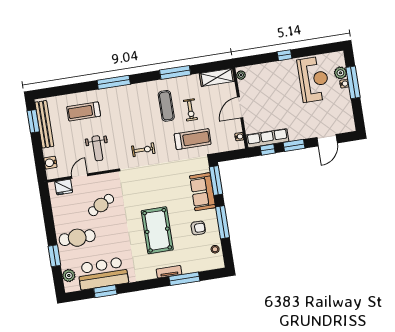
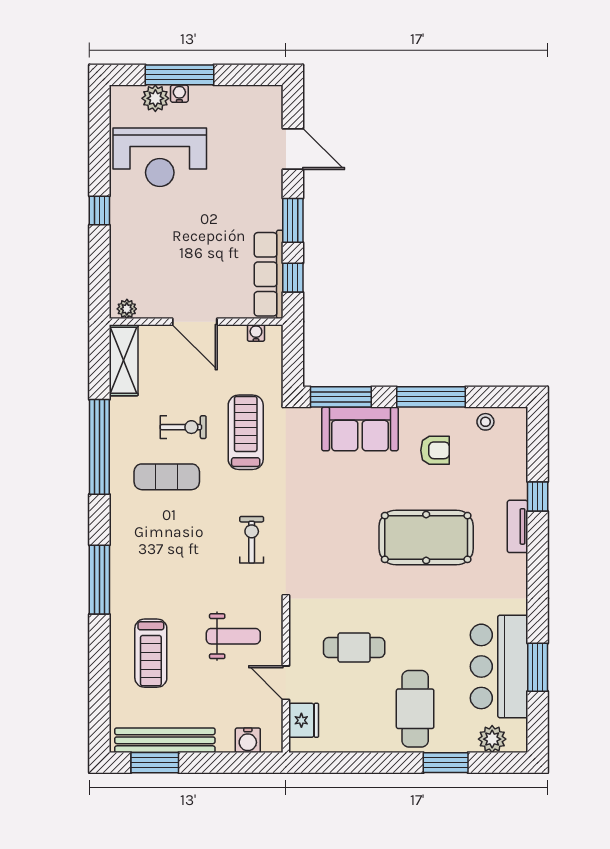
window: (175, 72) -> (99, 447), width x1.46
reception desk: (313, 79) -> (160, 157), turned 180
cafe table: (101, 205) -> (354, 648), turned -61
armchair: (198, 228) -> (435, 450), turned 90
window: (184, 279) -> (538, 497), width x0.46

